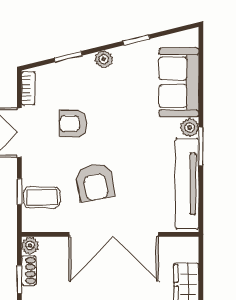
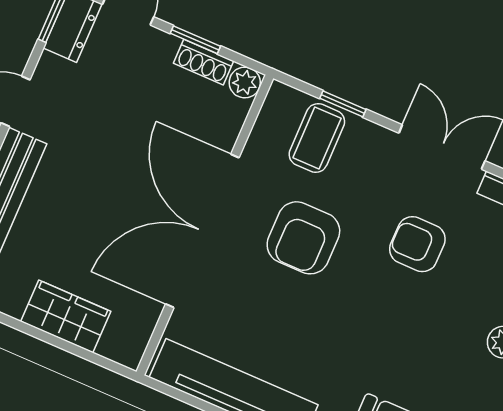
armchair: (73, 124) -> (417, 244), turned -90
armchair: (95, 182) -> (303, 238), turned -80

